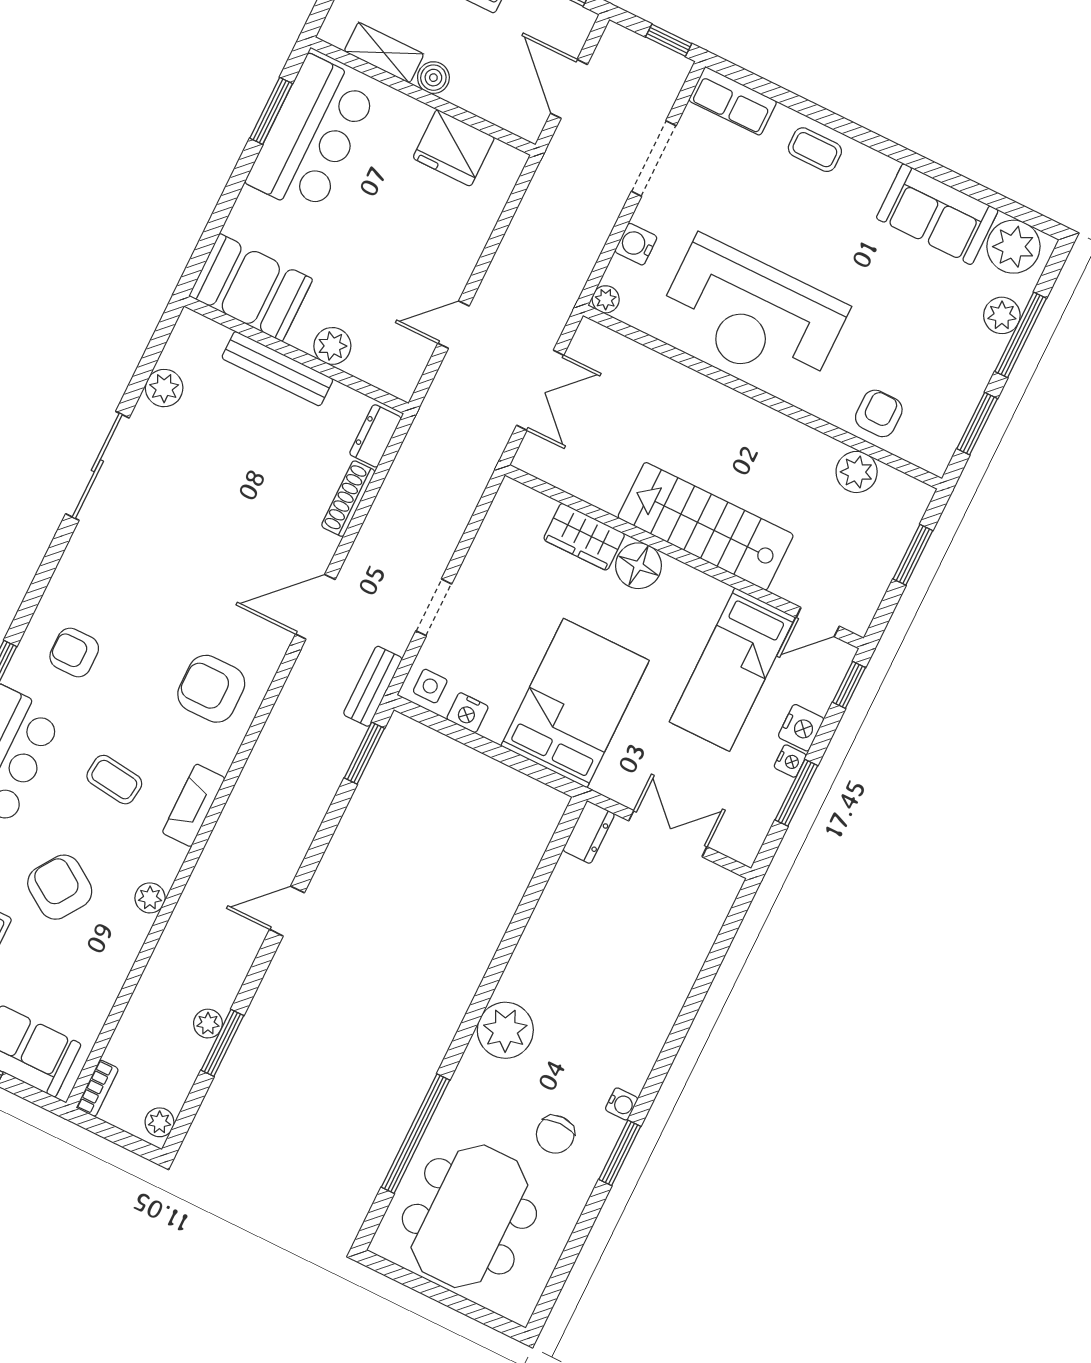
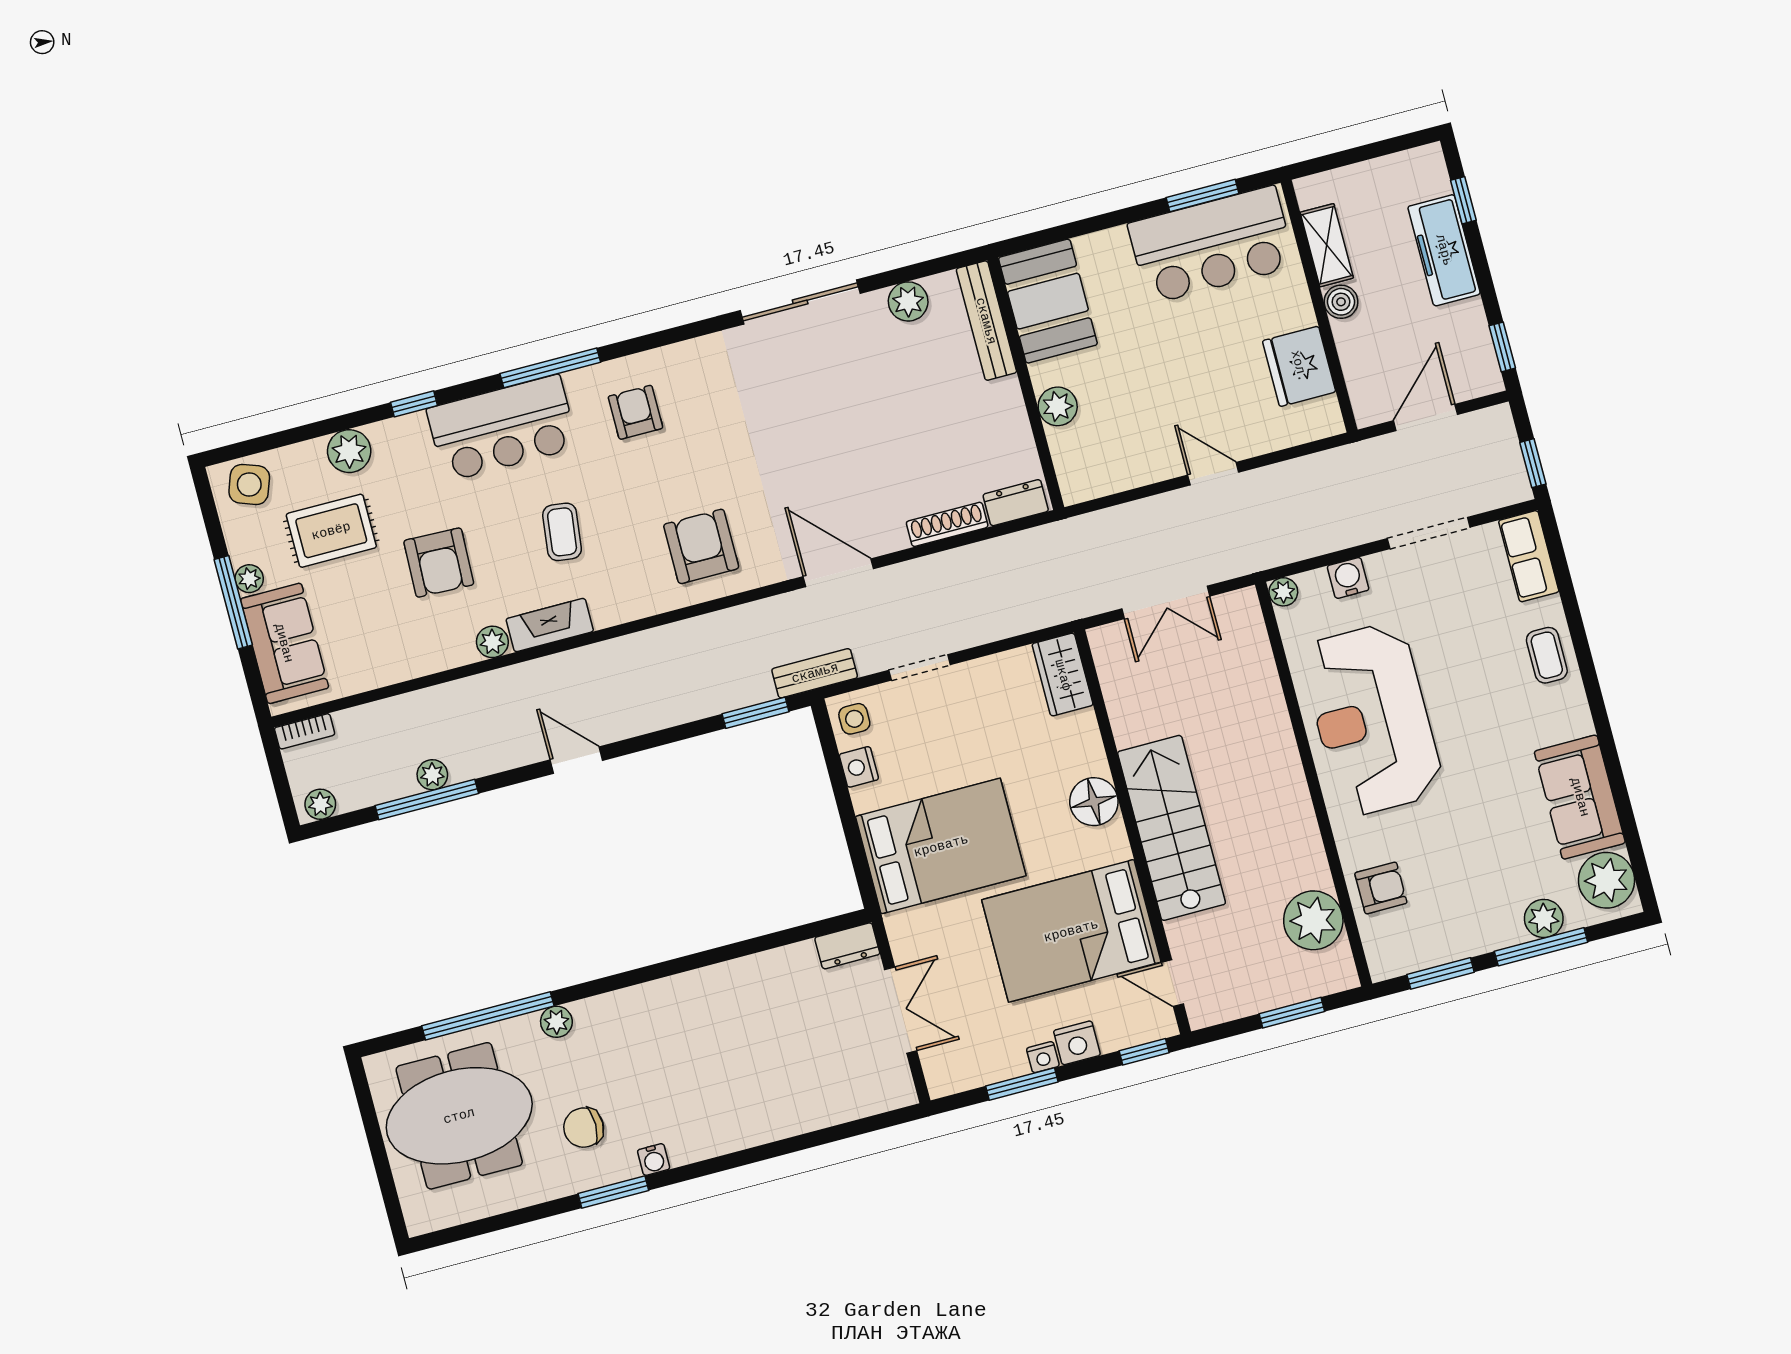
door: (454, 325) -> (1213, 474), moved
bench: (277, 369) -> (986, 321), moved
plant: (857, 472) -> (1313, 920), width x1.36, depth x1.36
wardrobe: (584, 537) -> (1063, 675), moved
bed: (732, 669) -> (1071, 931), width x1.50
fireplace: (194, 805) -> (550, 625), moved
armchair: (60, 887) -> (439, 563), turned 148
plant: (505, 1030) -> (556, 1022), moved, width x0.53, depth x0.53
window: (222, 1043) -> (427, 800), width x1.44

